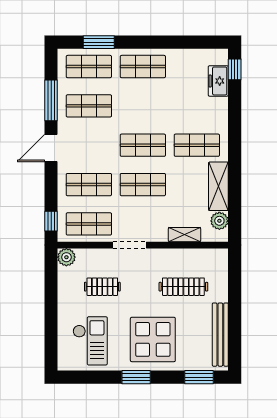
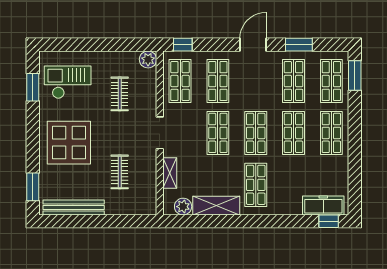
window: (99, 42) -> (355, 75), moved
freezer: (218, 81) -> (323, 205), width x1.40
window: (51, 100) -> (299, 45), width x0.69
shop shelf: (143, 106) -> (294, 133), added
door: (51, 148) -> (253, 45), hinge flipped
doorway: (130, 245) -> (160, 133), moved
clothes rail: (183, 287) -> (120, 172), width x0.73
checkout: (90, 341) -> (68, 82), turned 180
window: (136, 377) -> (33, 87), moved

